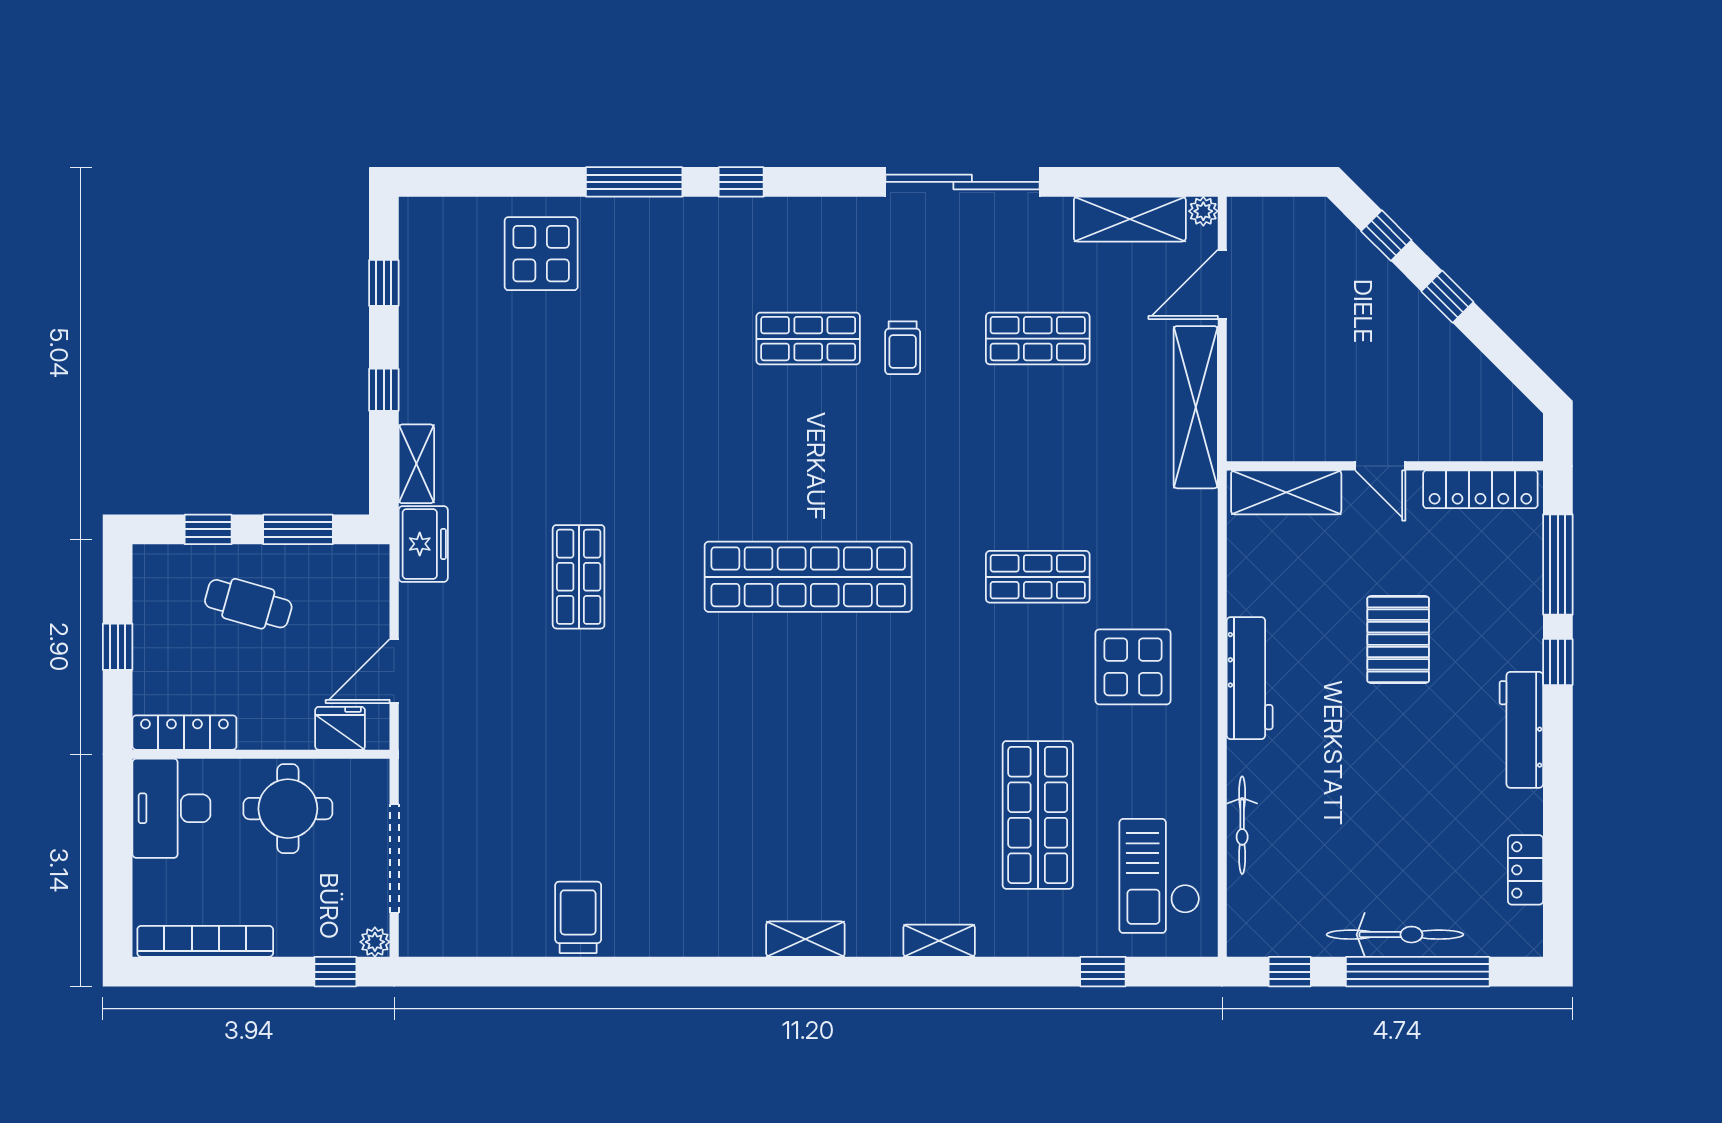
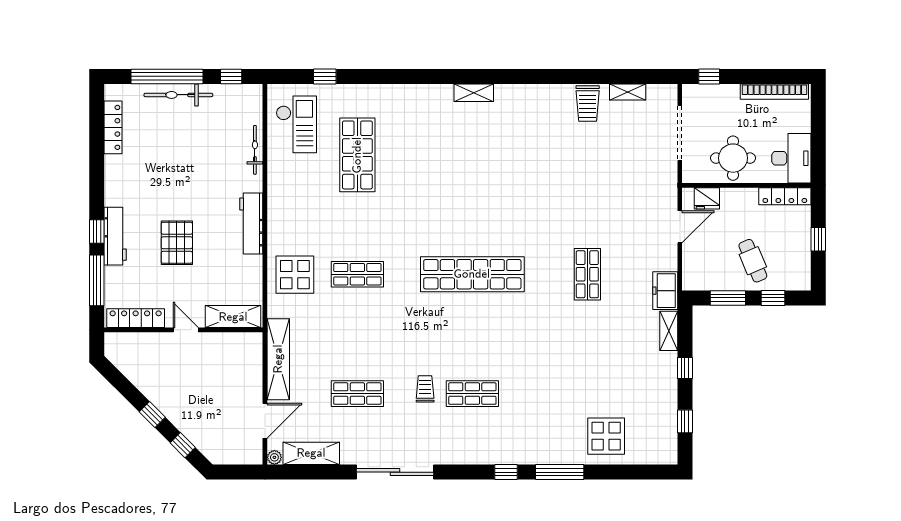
cafe table: (248, 604) -> (753, 261), turned 51
display table: (1133, 667) -> (295, 275), moved
workbench: (1521, 730) -> (115, 236), moved
locker: (1526, 870) -> (113, 127), width x1.53
shelving: (939, 941) -> (628, 92), moved
plant: (375, 942) -> (689, 91), removed

